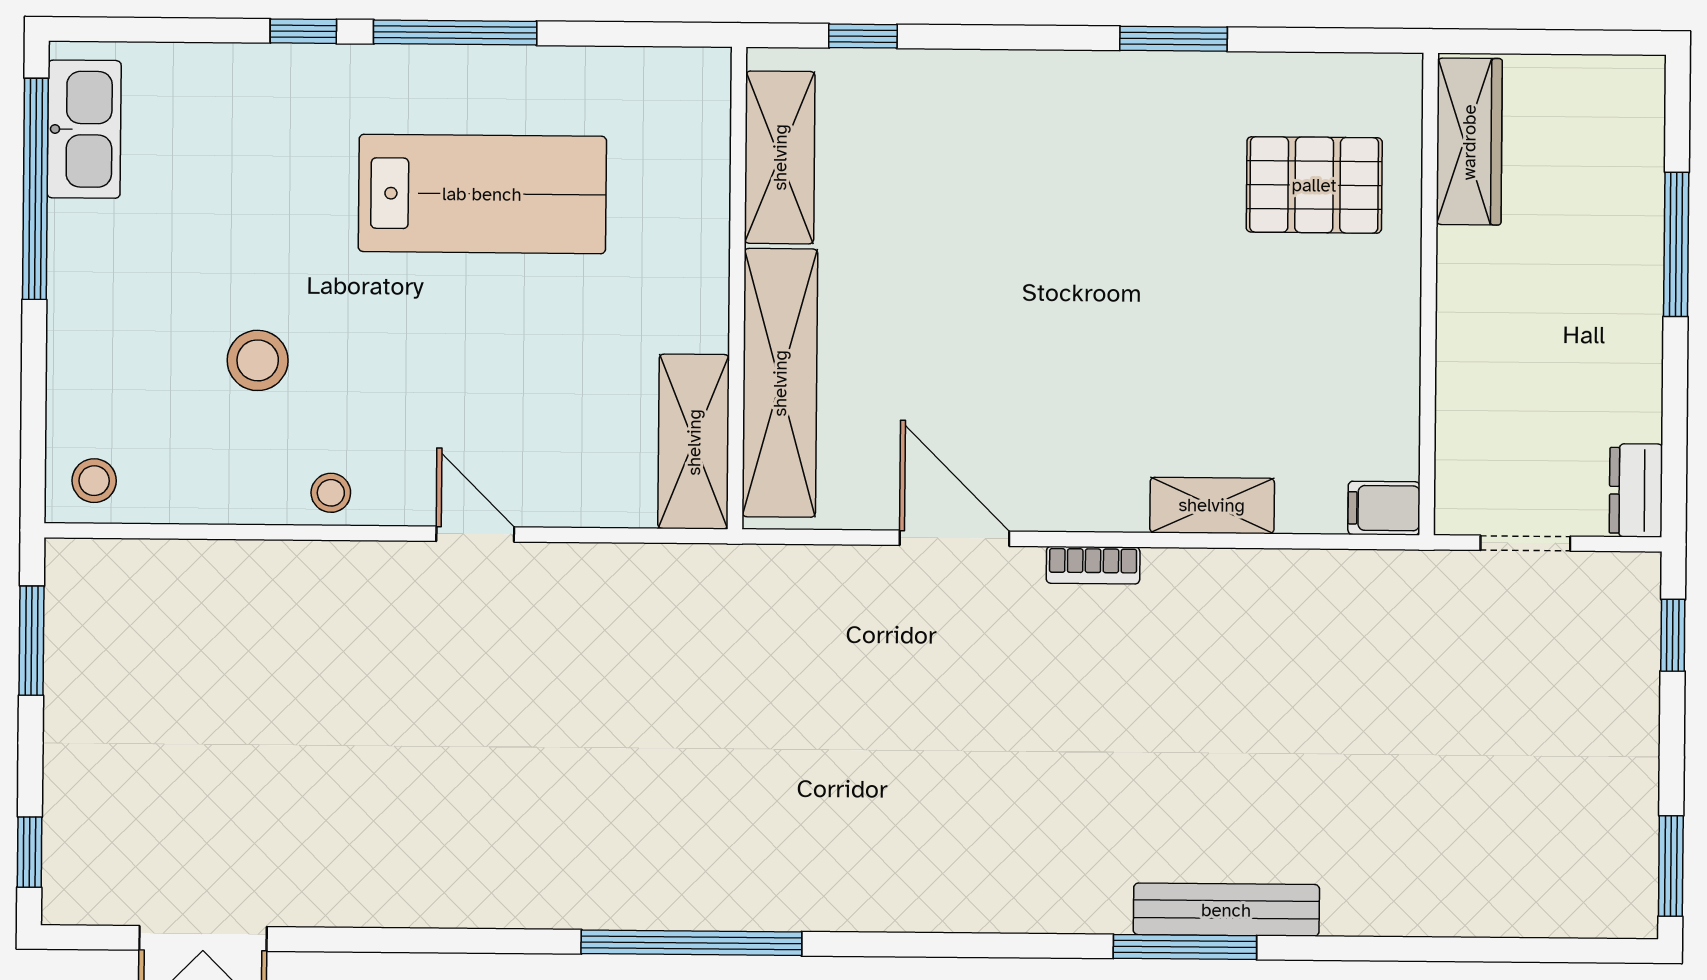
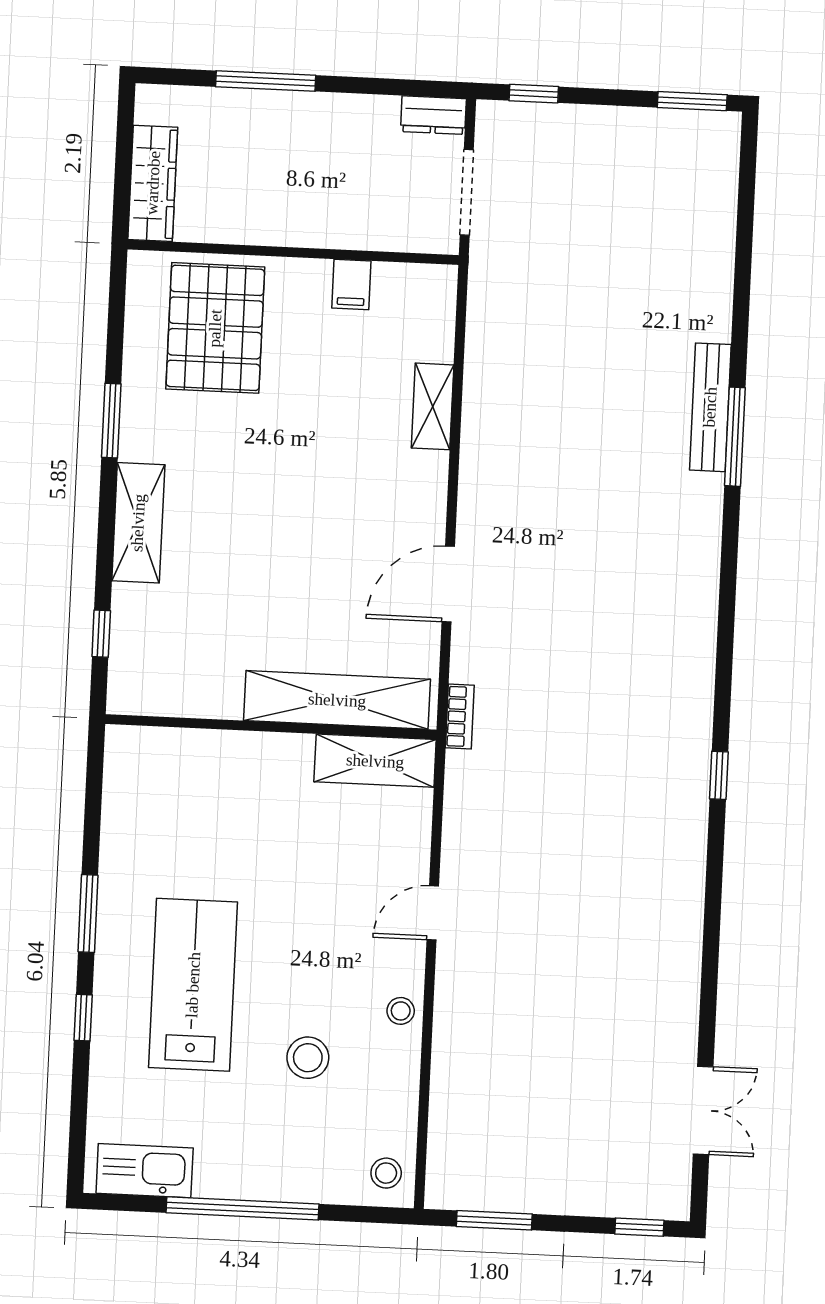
window: (455, 33) -> (88, 913), width x0.69
wardrobe: (1469, 142) -> (153, 183), moved, turned 90
shelving: (780, 157) -> (138, 523), moved, turned 90
pallet: (1314, 185) -> (215, 328), width x1.37, depth x1.41
window: (35, 189) -> (243, 1208), moved
lab bench: (482, 194) -> (193, 985), moved
filing cabinet: (1384, 508) -> (351, 284), moved
doorway: (1525, 543) -> (467, 192), width x1.38
bookcase: (1093, 565) -> (460, 717), moved
window: (691, 943) -> (719, 775), width x0.32

